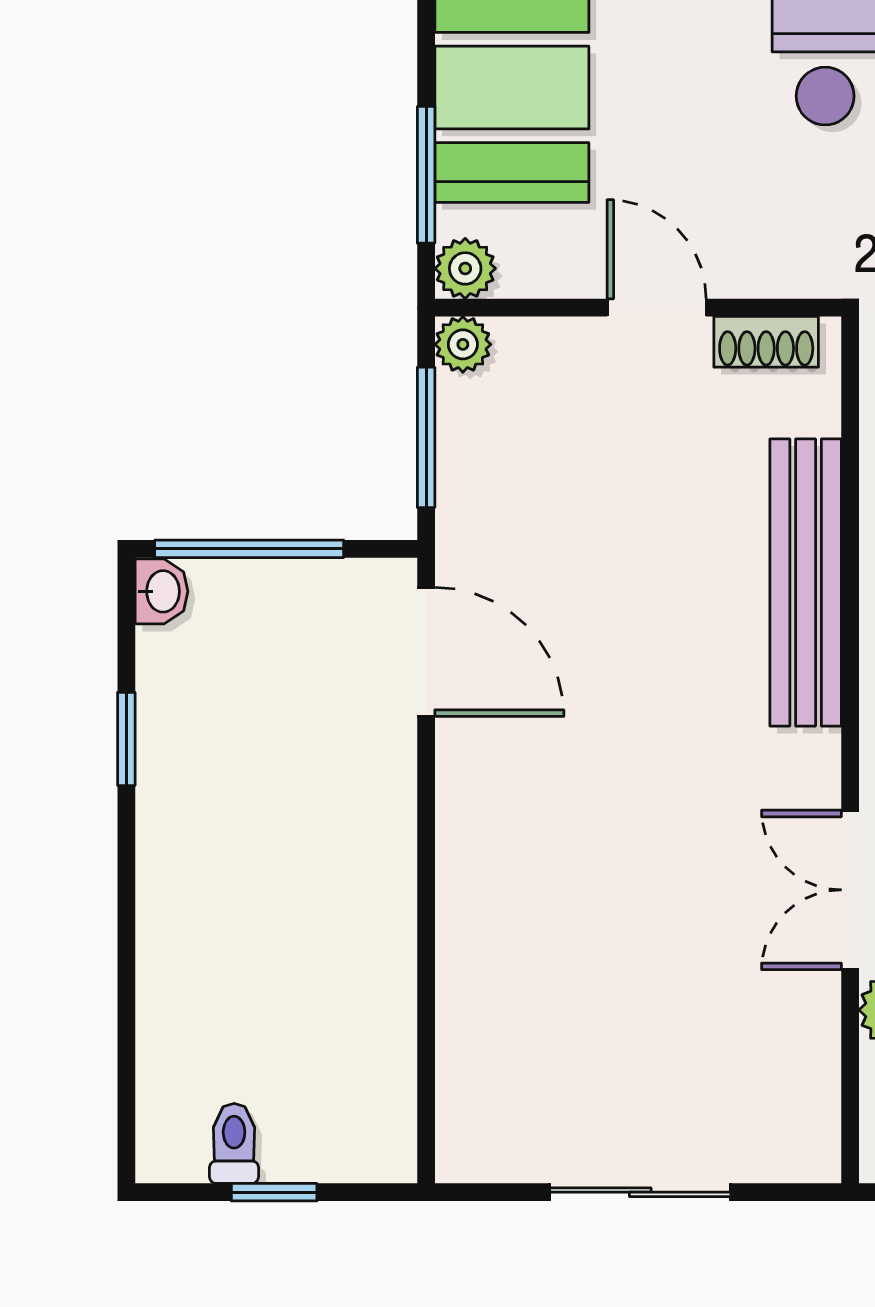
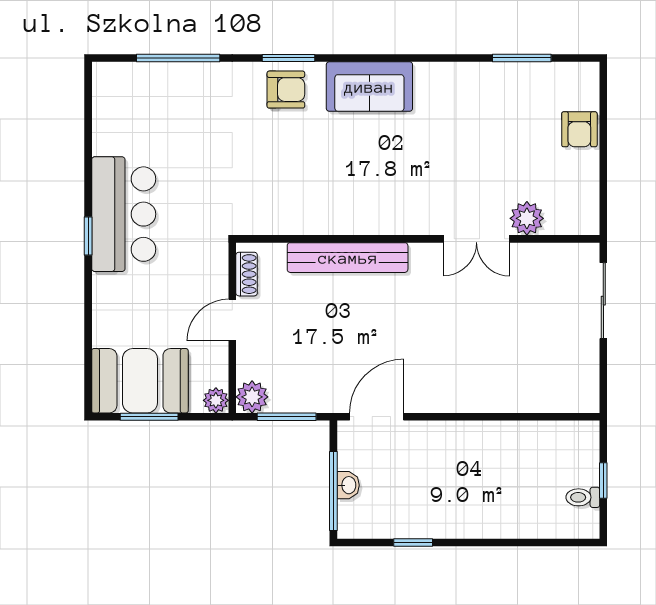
window: (426, 175) -> (149, 417), moved
plant: (463, 344) -> (252, 397), width x1.38, depth x1.38
washbasin: (161, 591) -> (348, 485), moved, turned 90
sliding door: (640, 1192) -> (603, 301), moved

